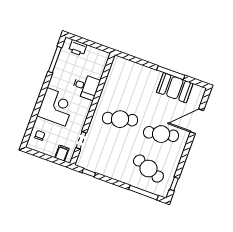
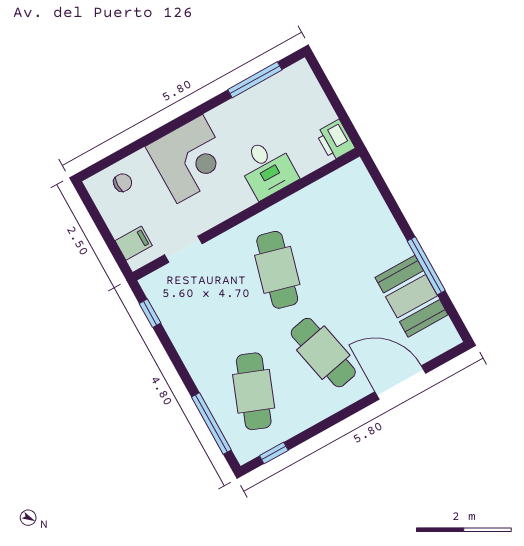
printer: (78, 48) -> (335, 140), moved
cafe table: (120, 119) -> (277, 270), turned 30

